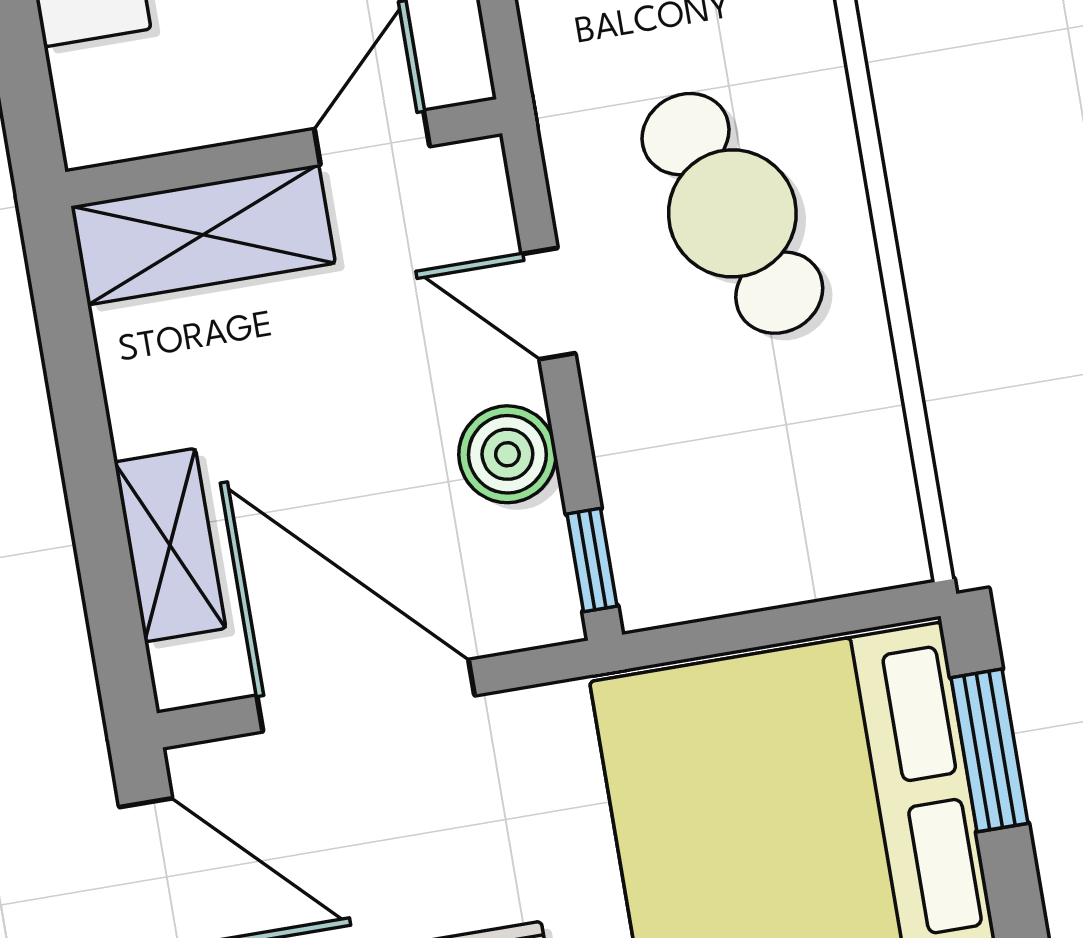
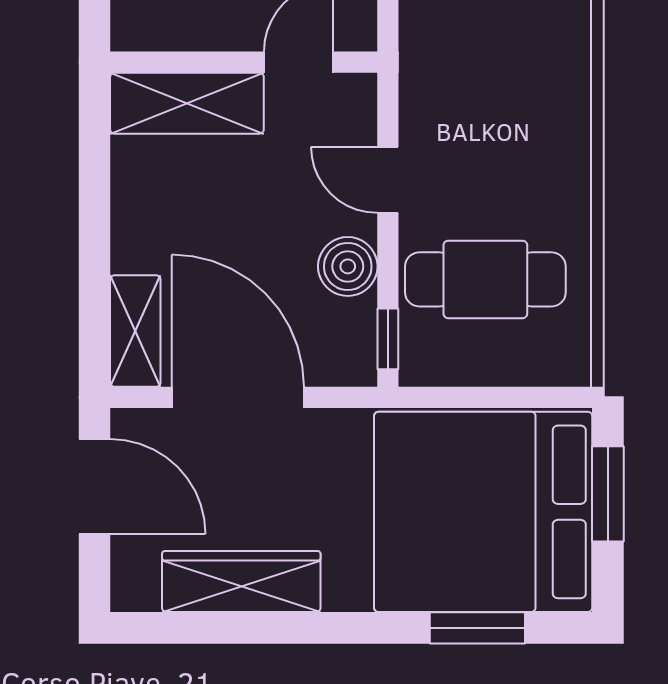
cafe table: (732, 213) -> (485, 279), moved, turned -69
shelving: (170, 545) -> (135, 331), moved

